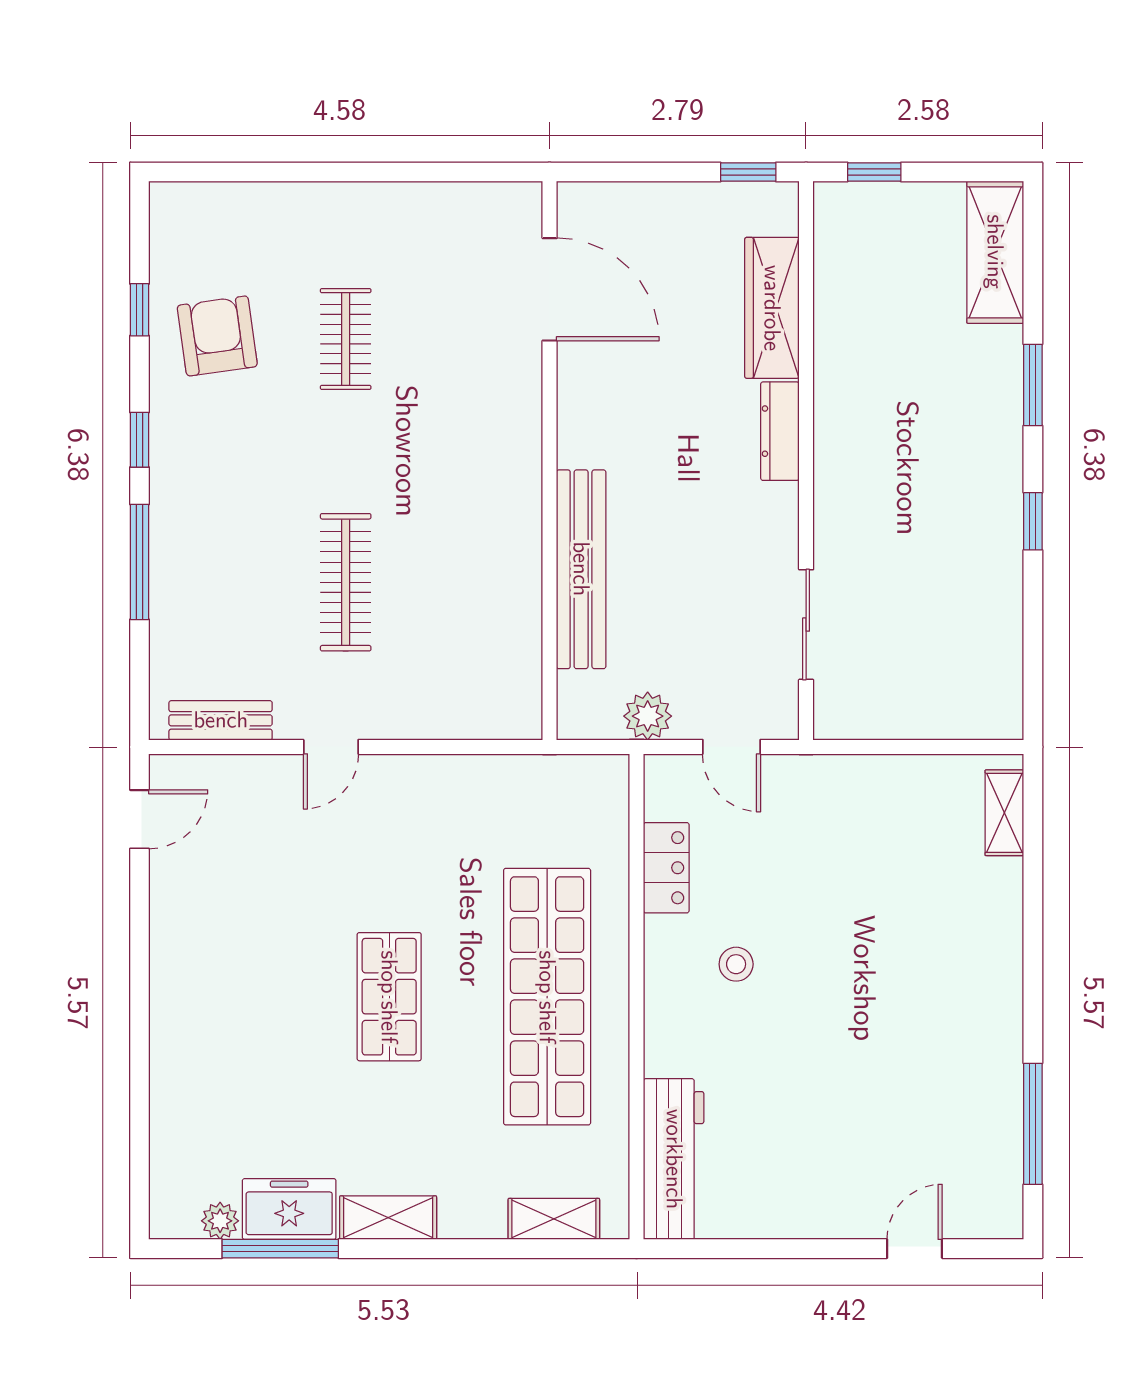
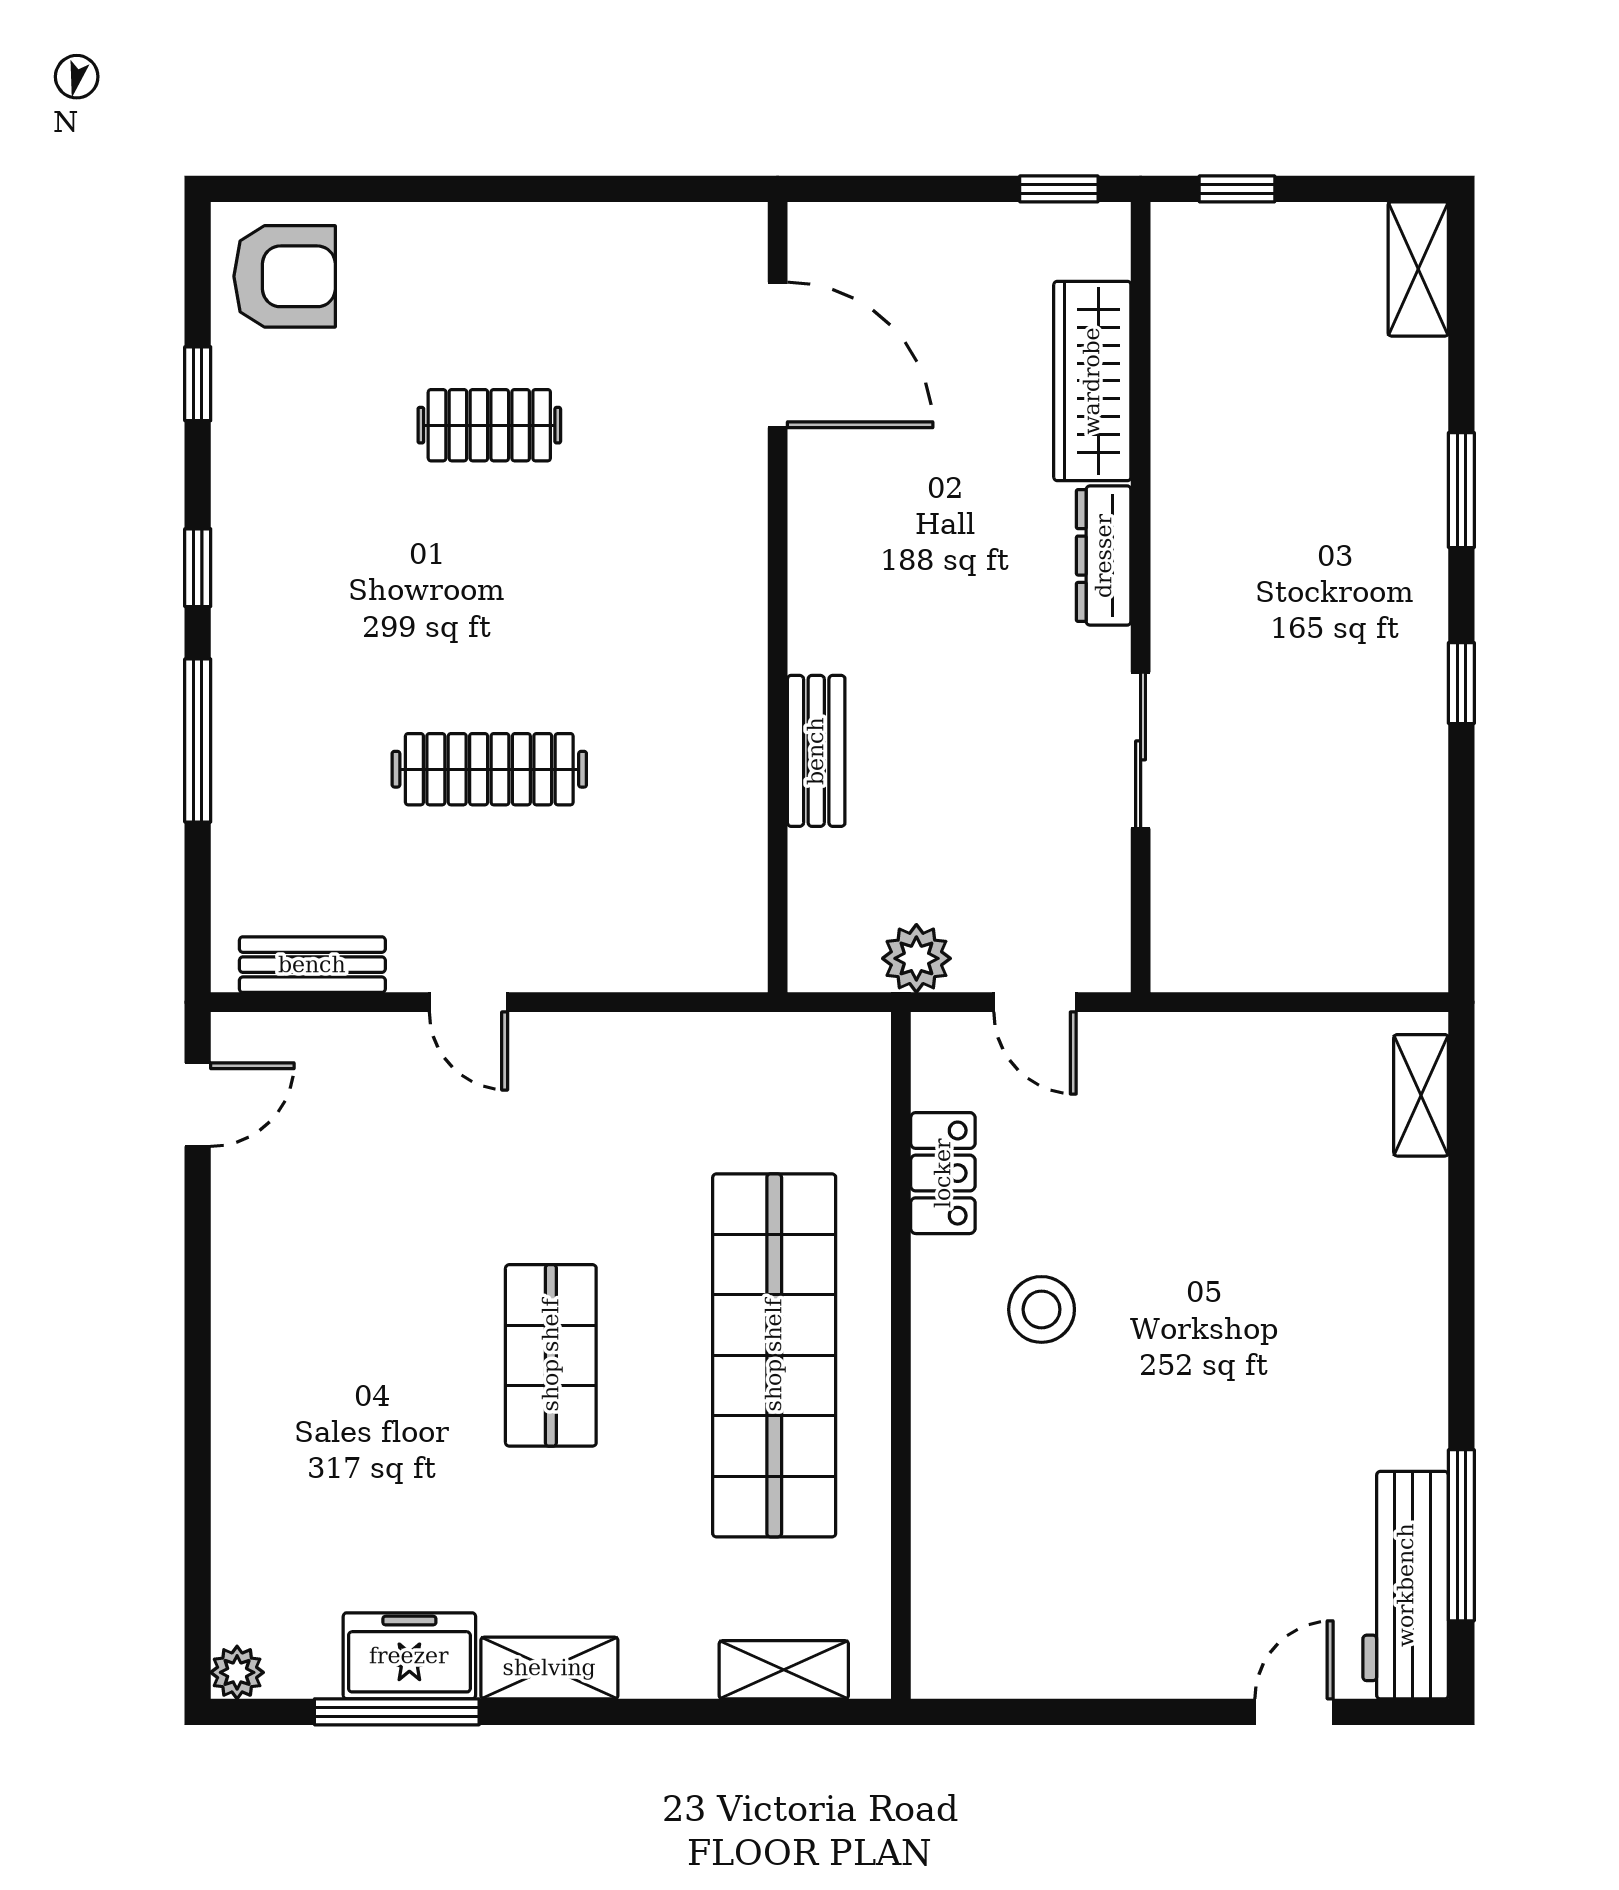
shelving: (995, 252) -> (1418, 269), width x0.67, depth x0.75
armchair: (217, 336) -> (285, 276), moved, turned 98
clothes rail: (346, 339) -> (489, 425), turned 90
bench: (581, 569) -> (816, 751), width x0.54, depth x0.82
clothes rail: (346, 582) -> (489, 769), turned 90
sliding door: (806, 625) -> (1141, 750), moved
door: (331, 747) -> (468, 1002), hinge flipped
stool: (736, 964) -> (1042, 1309), width x1.37, depth x1.37
workbench: (674, 1159) -> (1406, 1585), moved, turned 180
plant: (220, 1221) -> (237, 1672), moved

